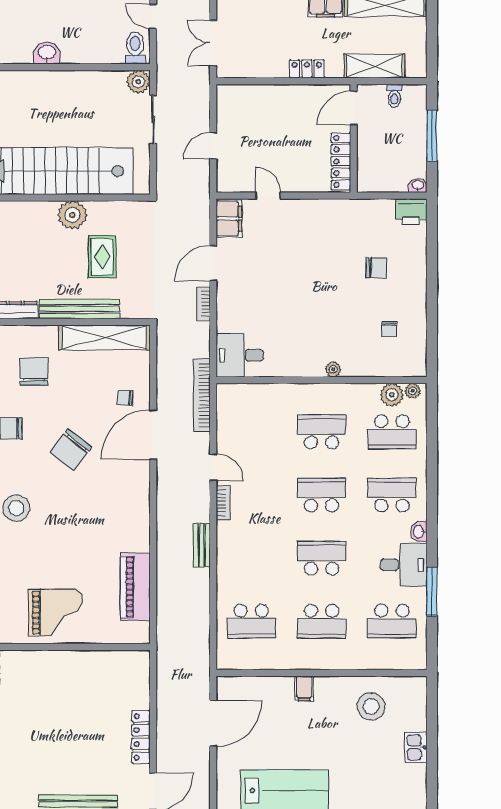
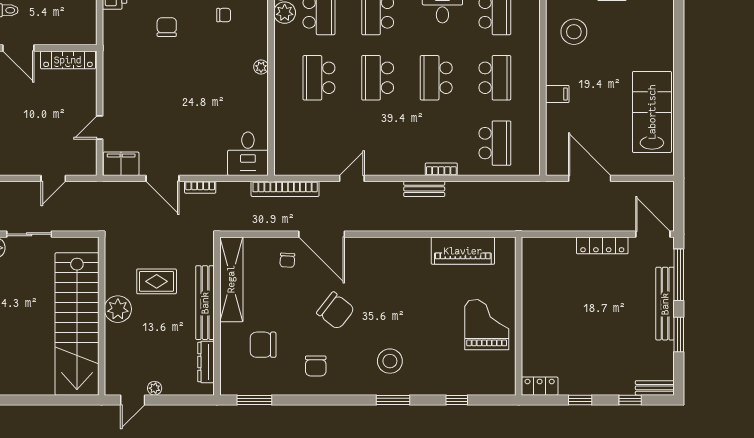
door: (213, 146) -> (53, 178), hinge flipped
bookcase: (223, 503) -> (441, 169), moved

